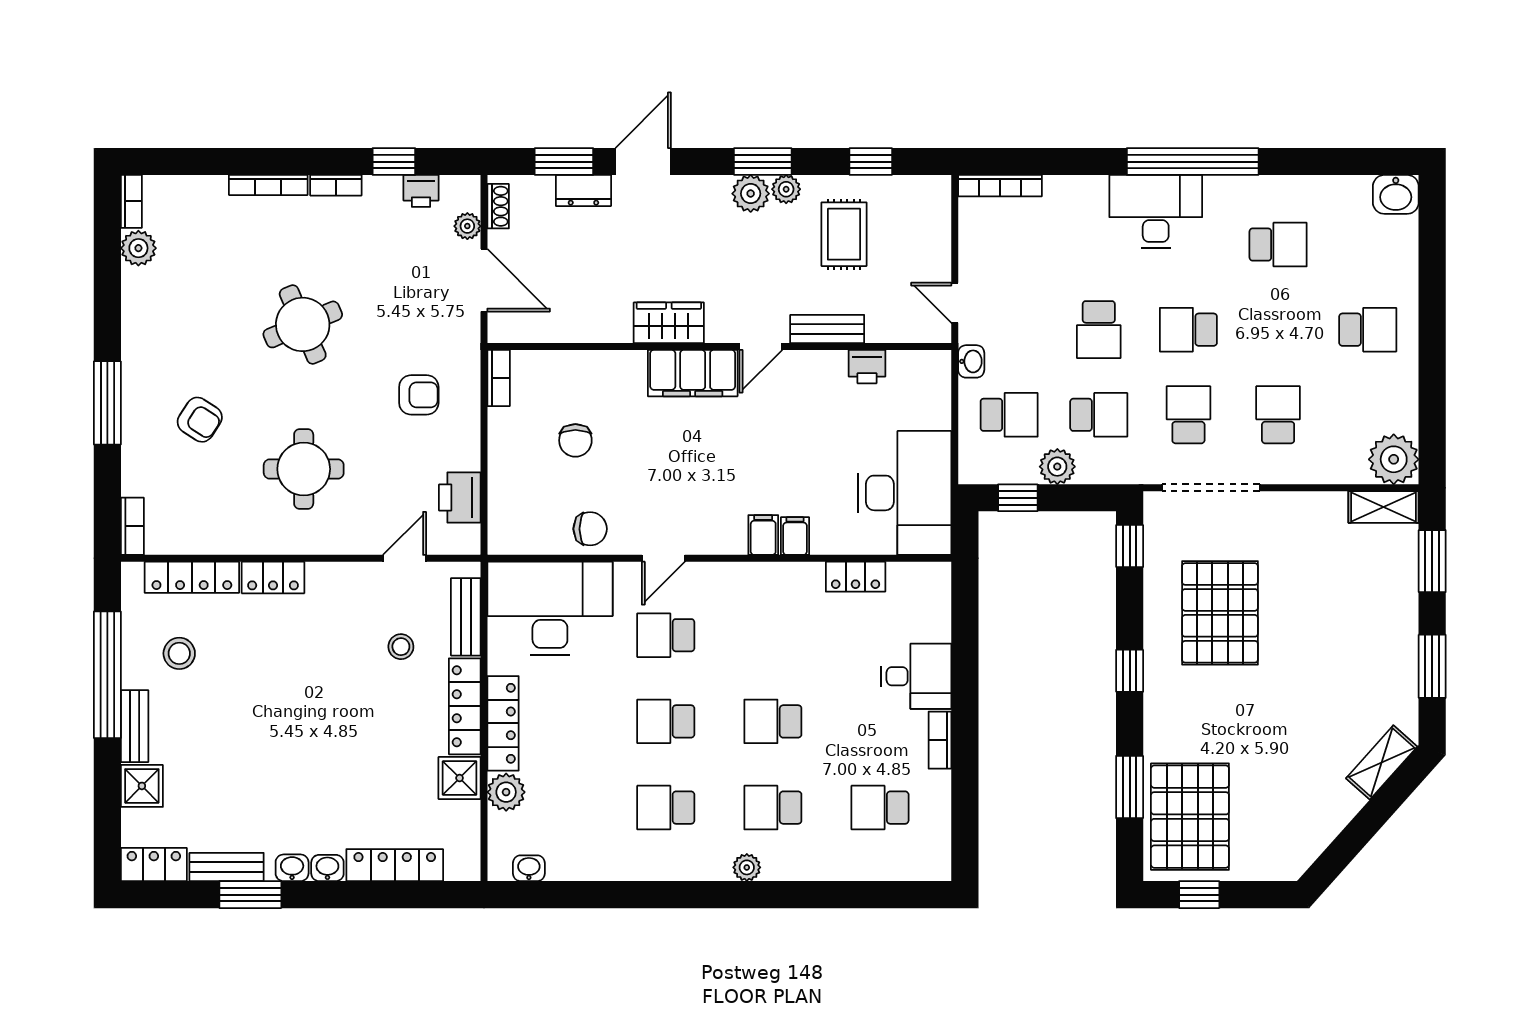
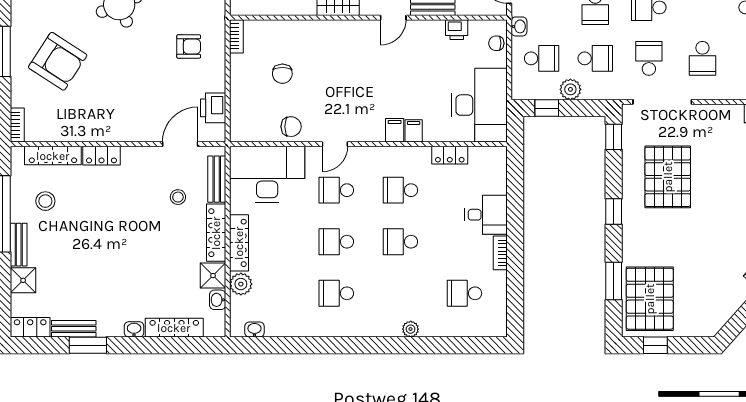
filing cabinet: (693, 373) -> (352, 33), removed
chair: (933, 389) -> (496, 43), added
school desk: (1278, 415) -> (702, 58), turned 180
armchair: (200, 420) -> (58, 61), width x1.88, depth x1.88
round table: (304, 469) -> (120, 91), removed
door: (405, 558) -> (180, 144), width x1.38
school desk: (773, 808) -> (400, 190), moved
plant: (747, 867) -> (411, 329), moved
washbasin: (292, 868) -> (218, 300), moved, turned -90

